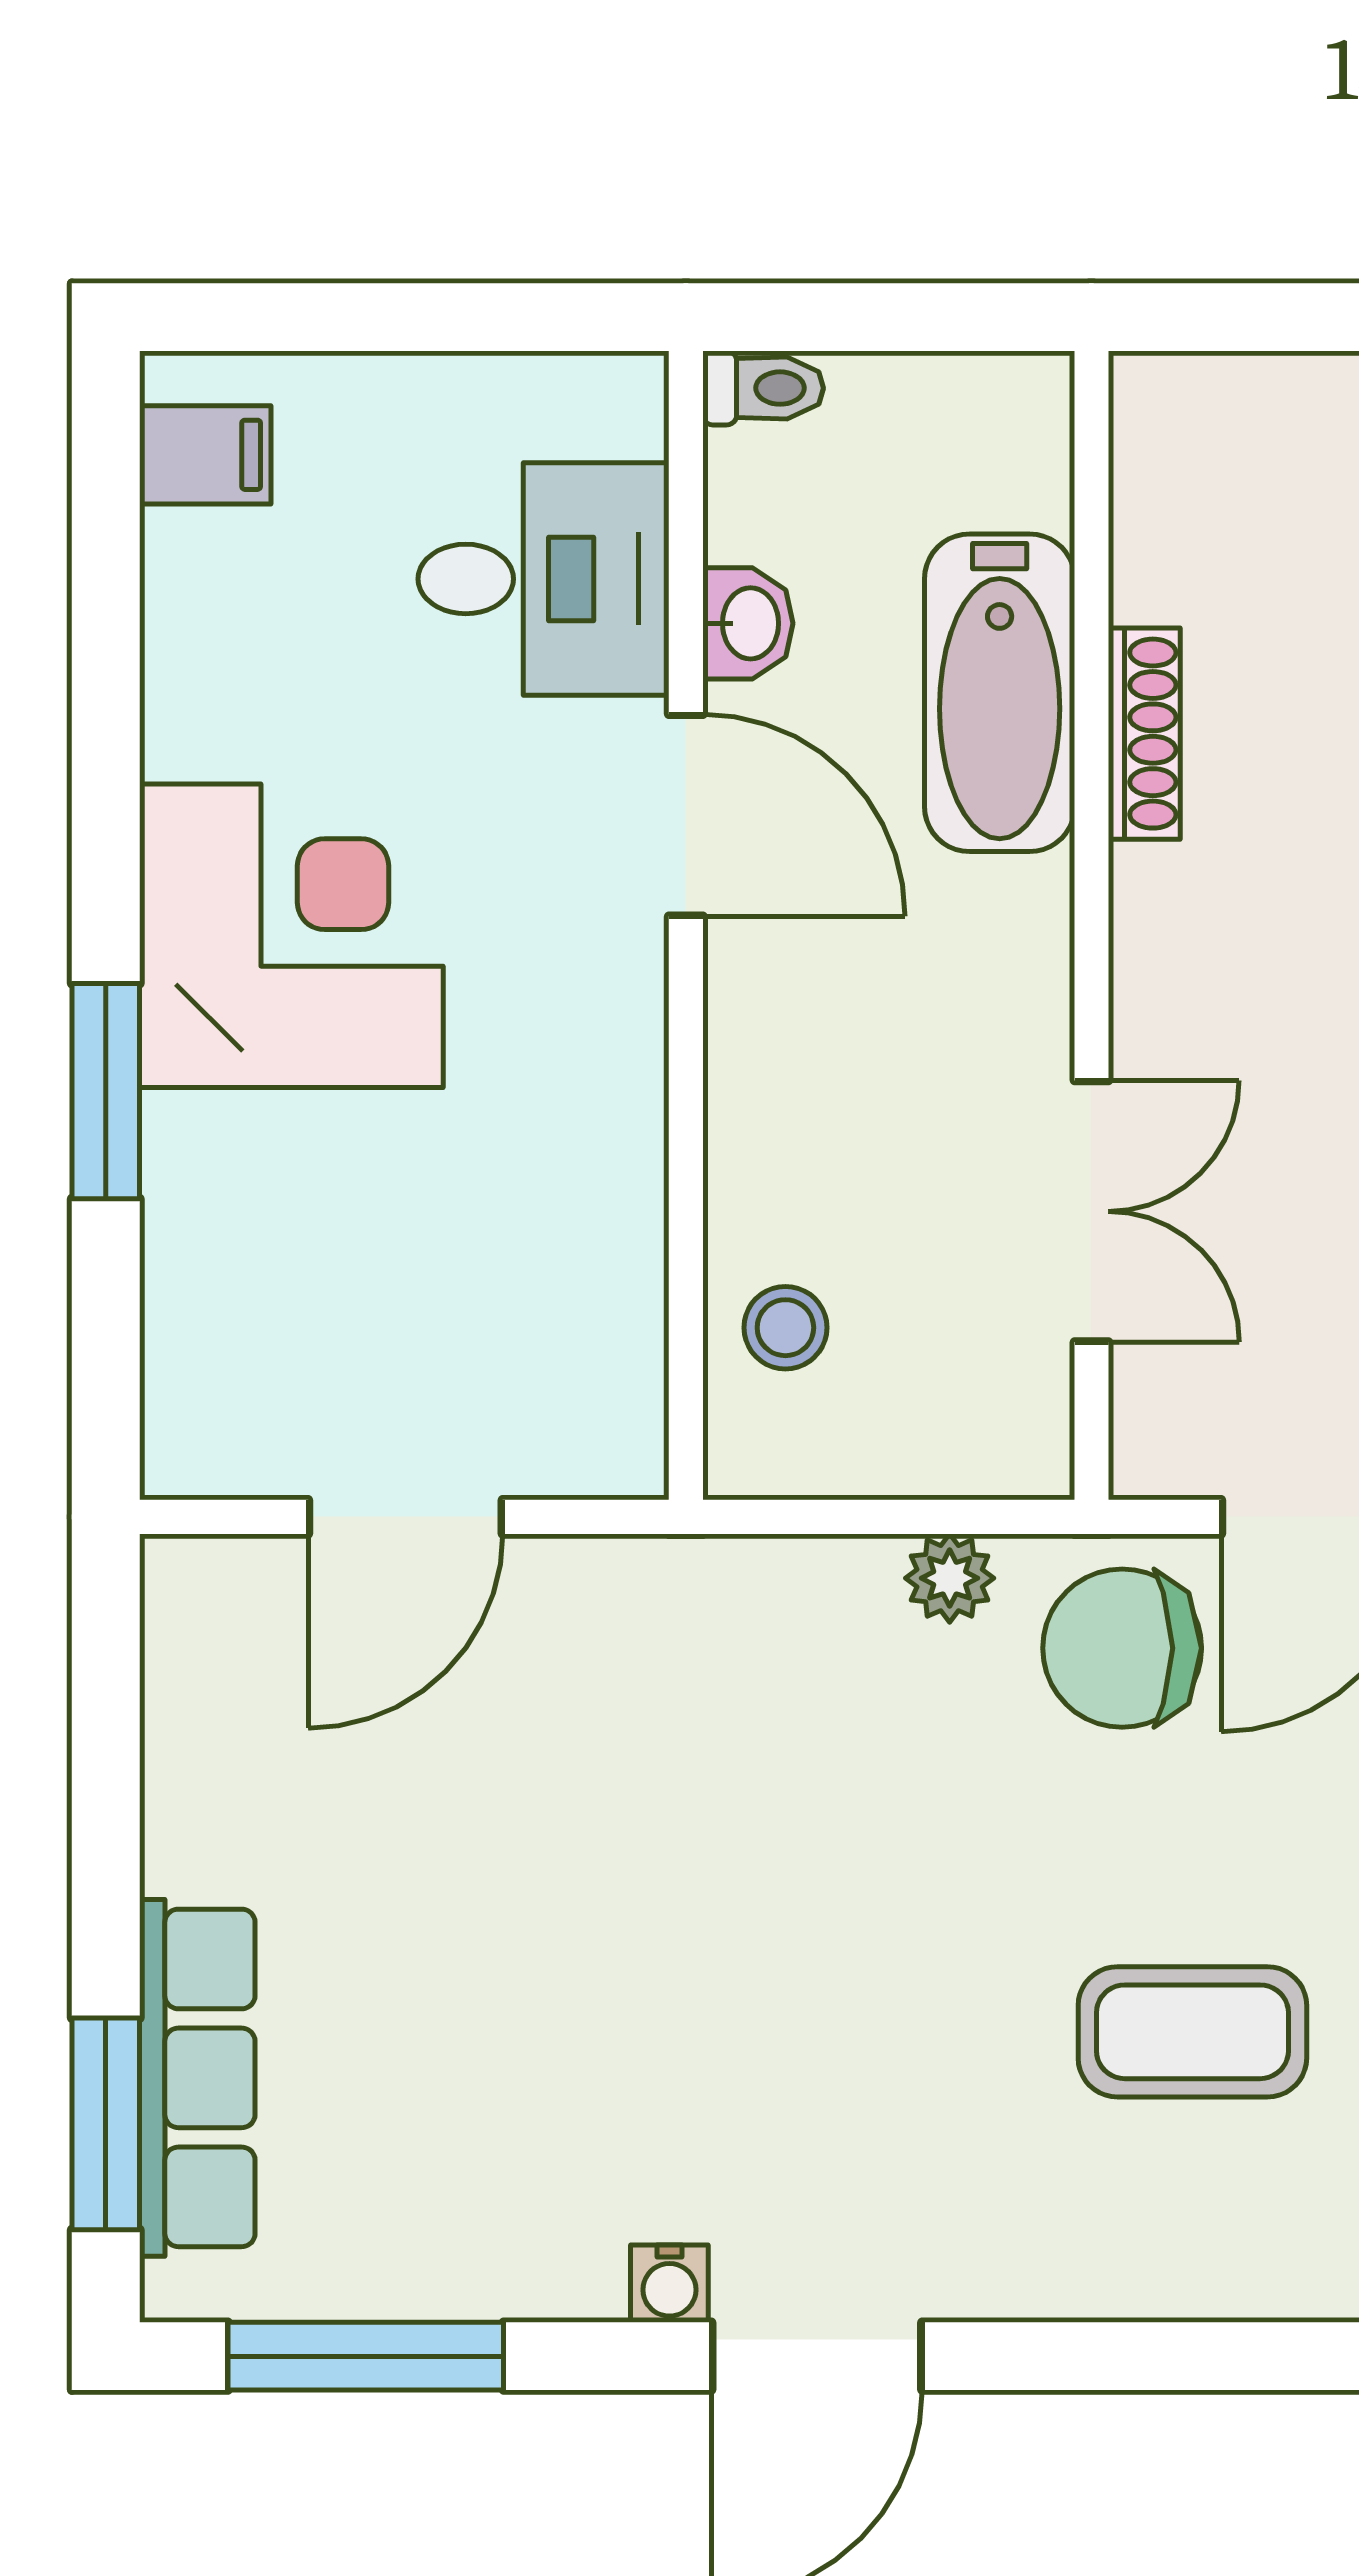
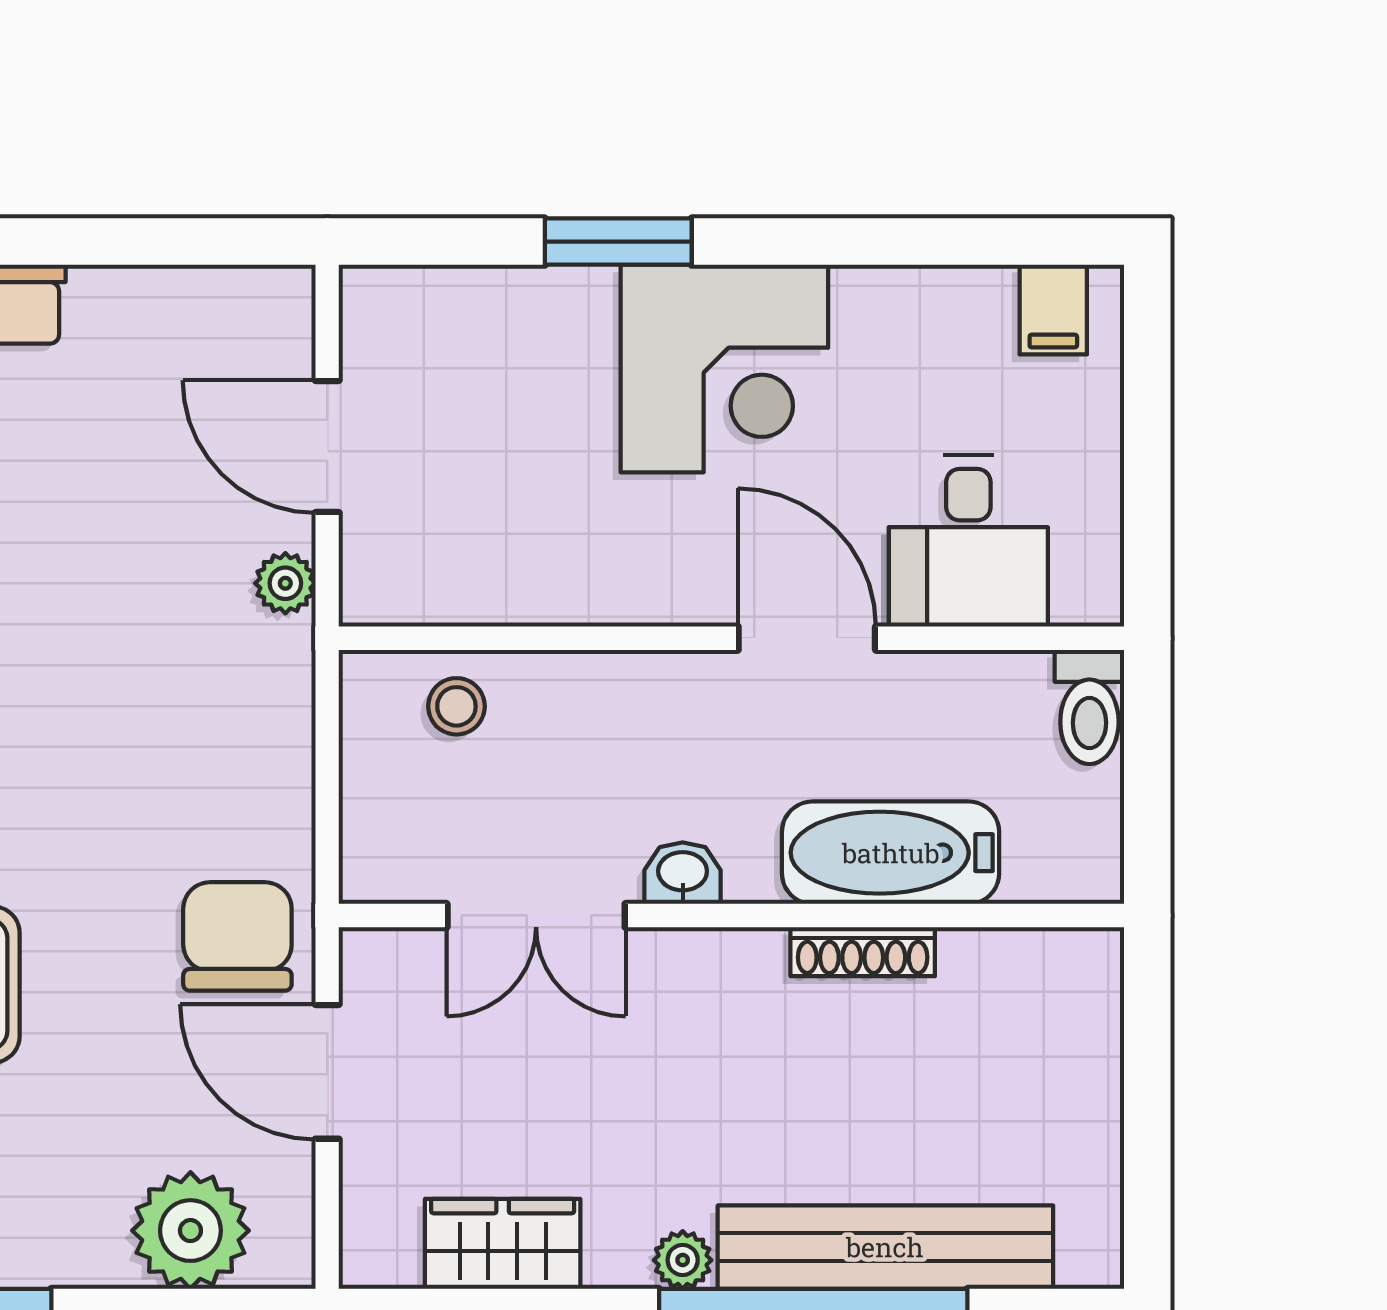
toilet: (763, 388) -> (1089, 707), width x1.37, depth x1.39
washbasin: (748, 623) -> (683, 873), moved, turned 180
door: (686, 815) -> (807, 638), swing flipped
plant: (950, 1578) -> (285, 583), moved

